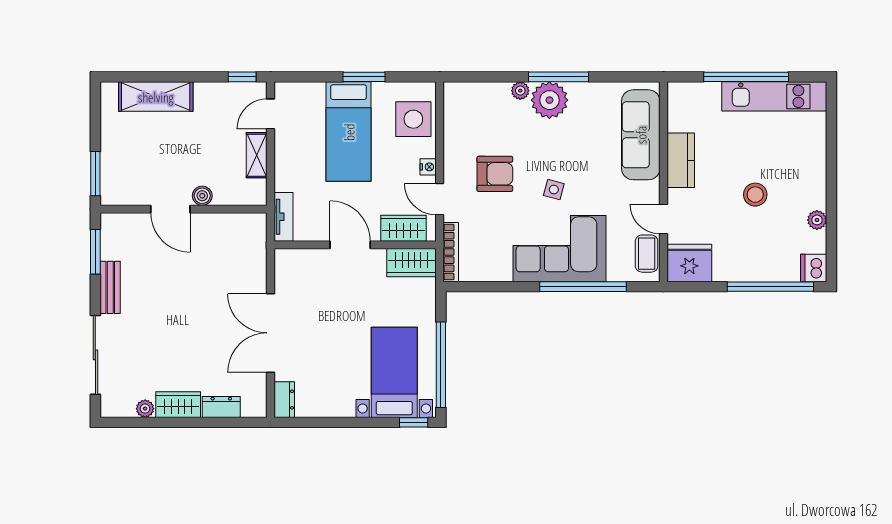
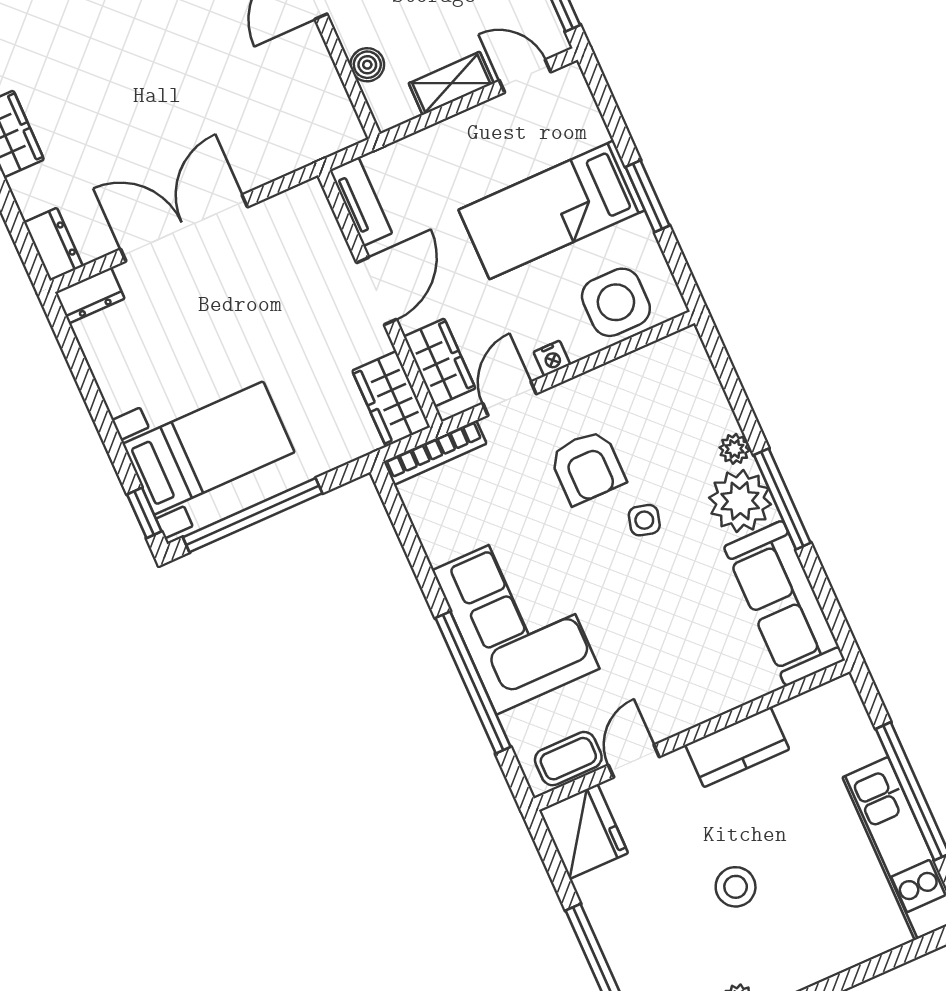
sofa: (641, 135) -> (784, 603), moved, turned -90
side table: (554, 190) -> (644, 520), moved
boiler: (202, 196) -> (367, 65), moved
tv unit: (283, 217) -> (361, 202), moved, turned -90
dresser: (221, 407) -> (53, 244), moved

